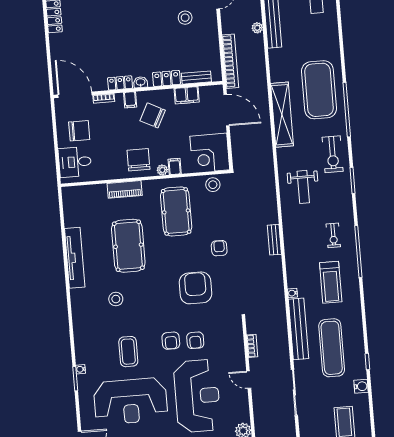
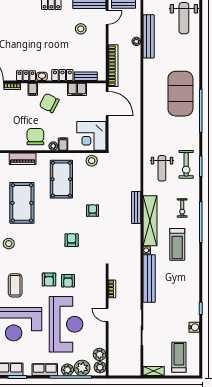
shelving: (282, 115) -> (150, 221), moved
exercise bike: (333, 154) -> (186, 164), moved
bench: (274, 240) -> (136, 208), width x1.36
armchair: (195, 288) -> (72, 240), width x0.53, depth x0.53
exercise mat: (332, 348) -> (174, 295), removed

